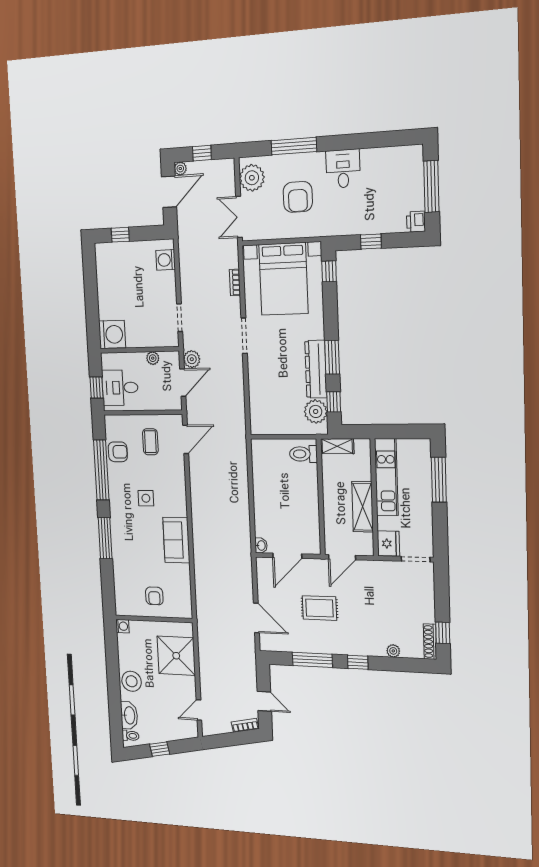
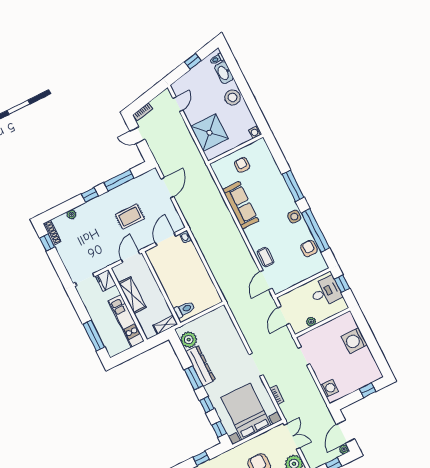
washing machine: (112, 334) -> (354, 341), moved
plant: (192, 359) -> (284, 334), removed
window: (334, 402) -> (207, 405), moved
coffee table: (150, 442) -> (266, 257), moved
armchair: (118, 452) -> (309, 248), turned 90
side table: (146, 498) -> (294, 217), moved
sofa: (176, 540) -> (241, 205), width x1.36
door: (256, 618) -> (167, 188), swing flipped

